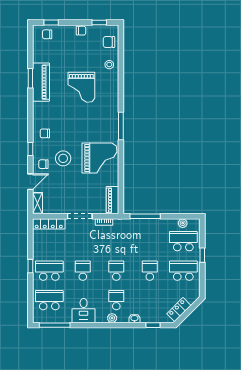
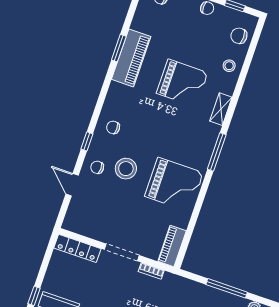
grand piano: (81, 87) -> (182, 83), turned -90
door: (30, 182) -> (72, 185), swing flipped
shelving: (37, 203) -> (221, 109), moved
window: (145, 216) -> (227, 288), moved

